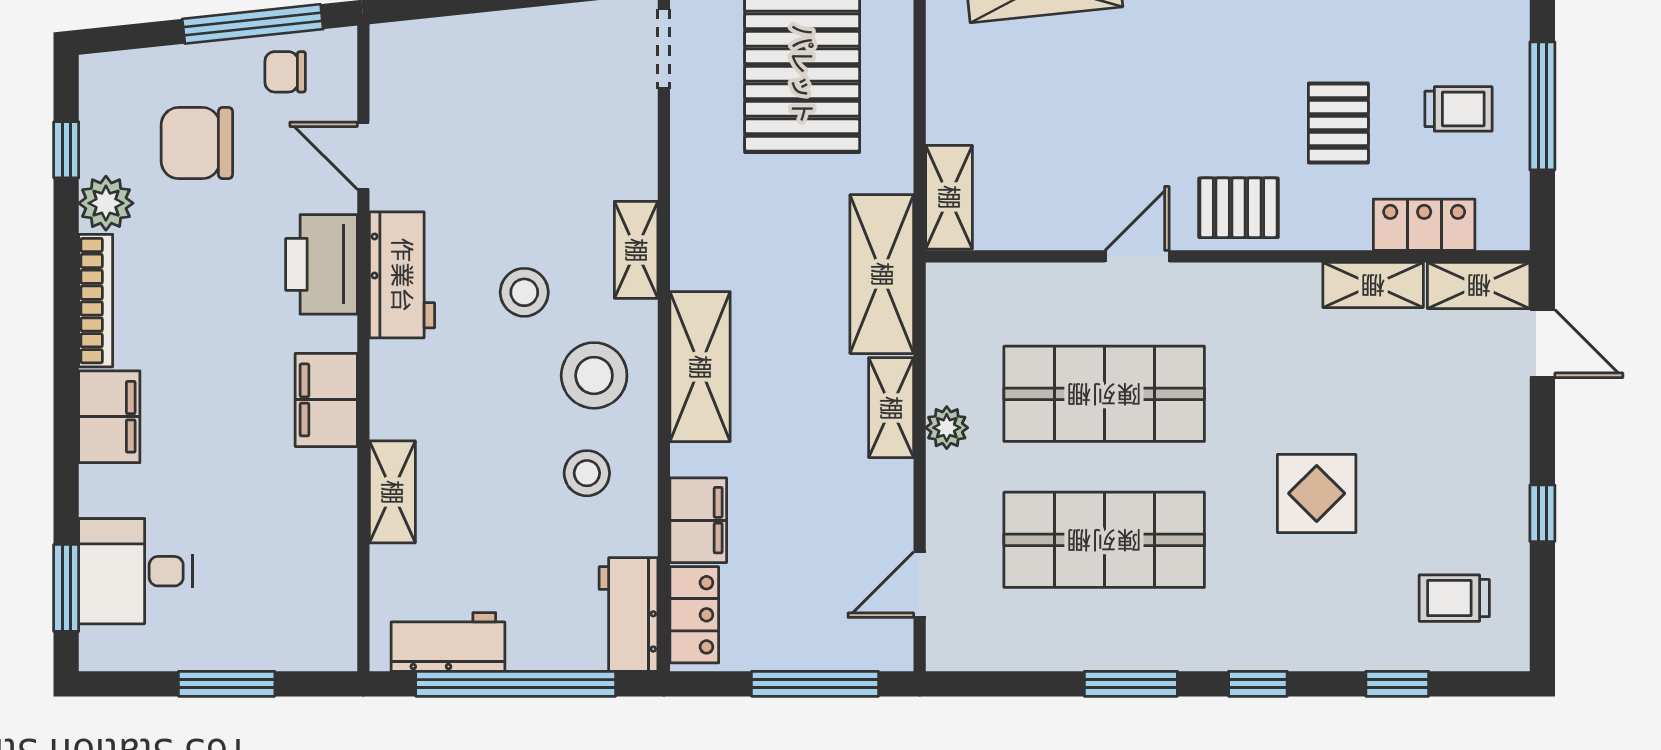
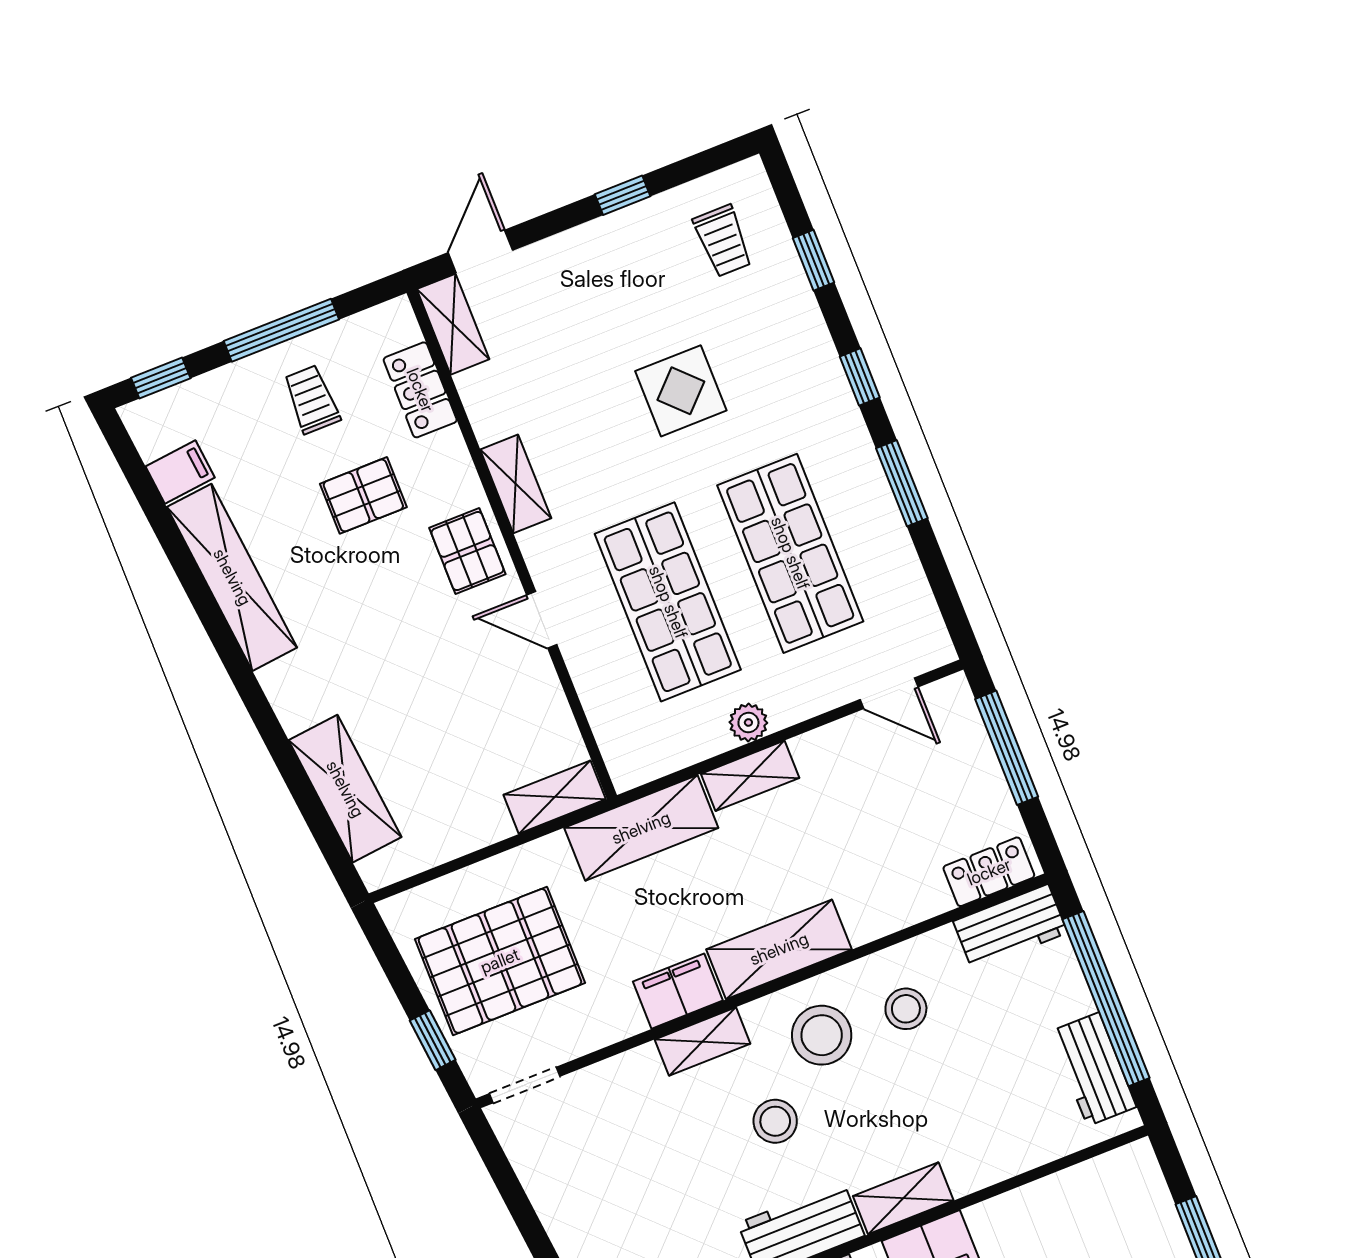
shelving: (1373, 285) -> (516, 484), moved
shelving: (392, 492) -> (903, 1198), moved
filing cabinet: (698, 520) -> (678, 991), moved

